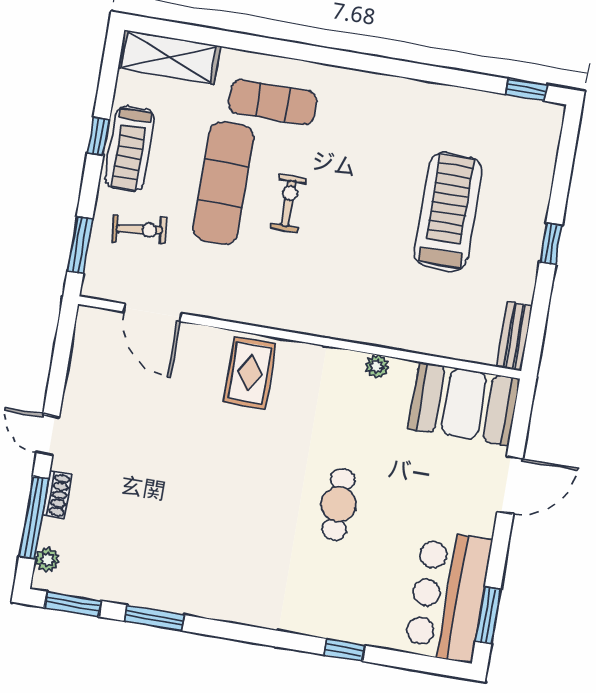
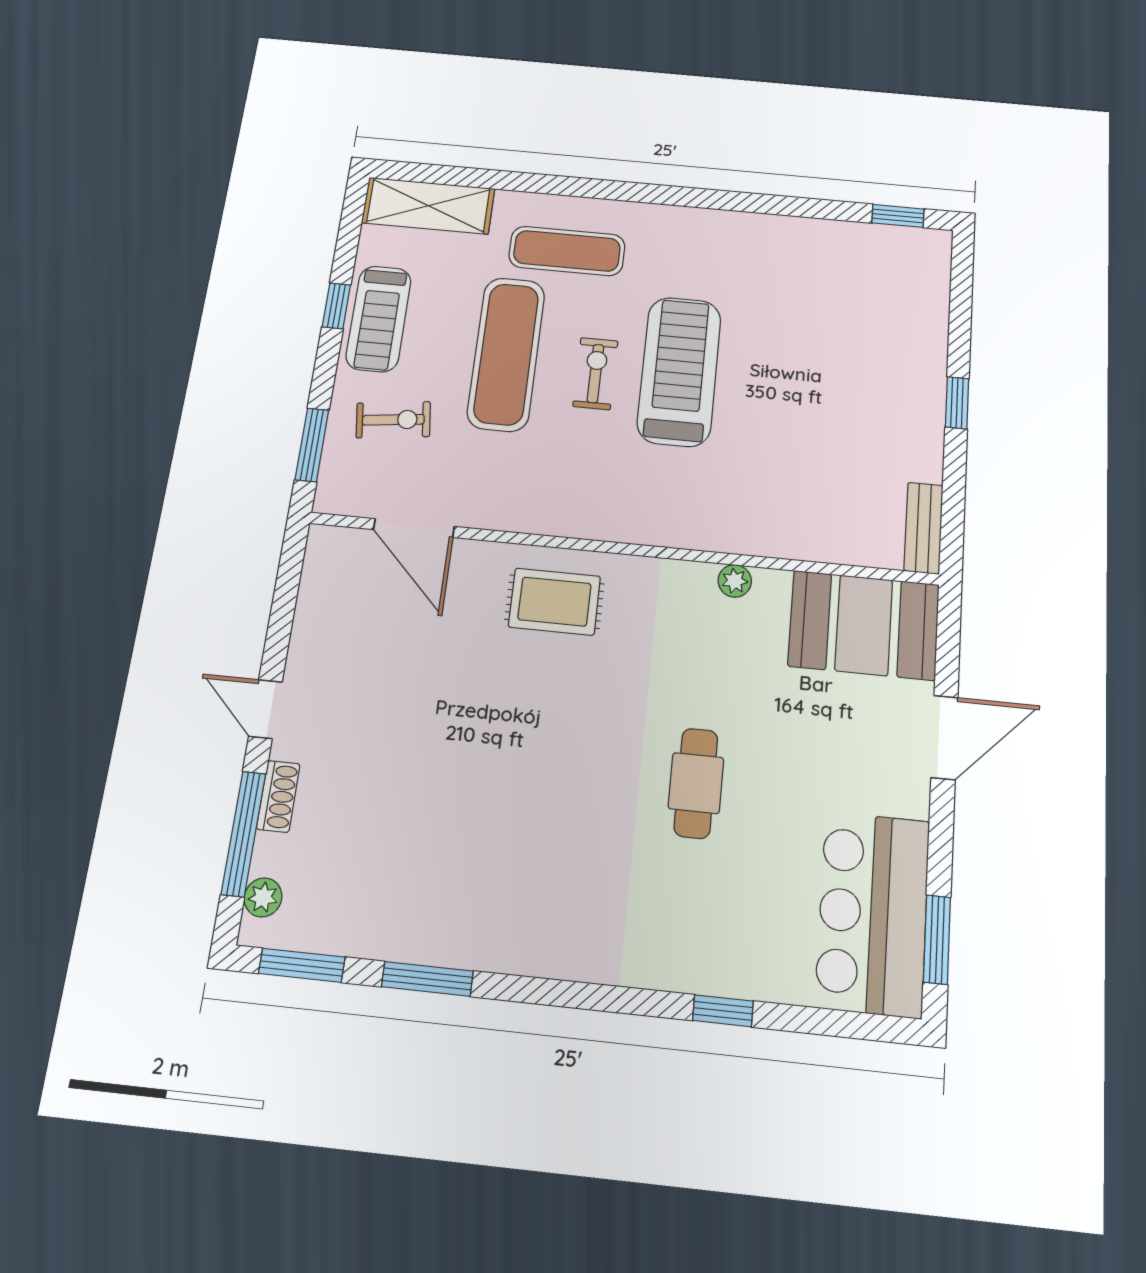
treadmill: (448, 212) -> (679, 371), moved
rug: (250, 373) -> (554, 602), turned 90

